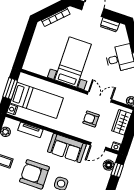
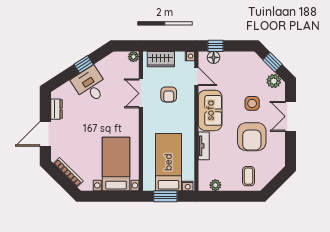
bed with nightstands: (73, 62) -> (116, 164), moved, turned 90
tv unit: (30, 130) -> (204, 146), moved

